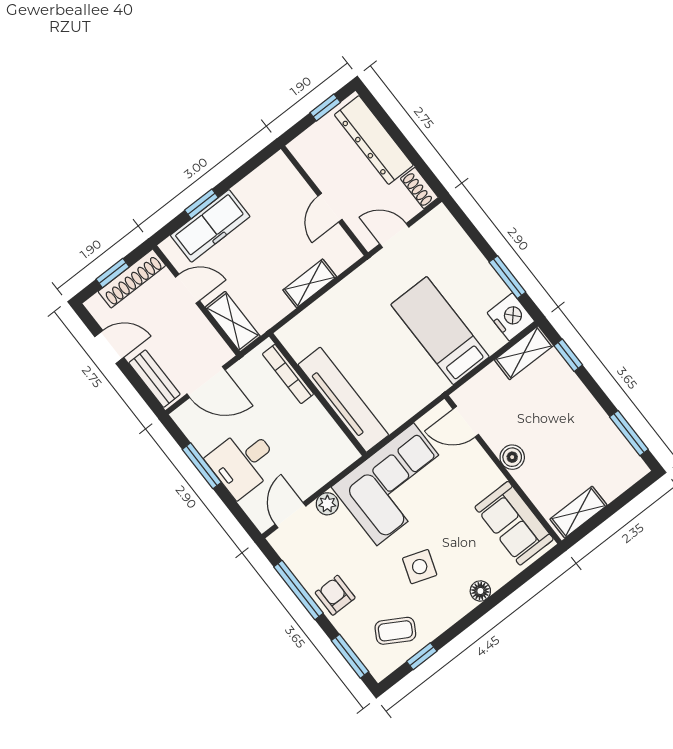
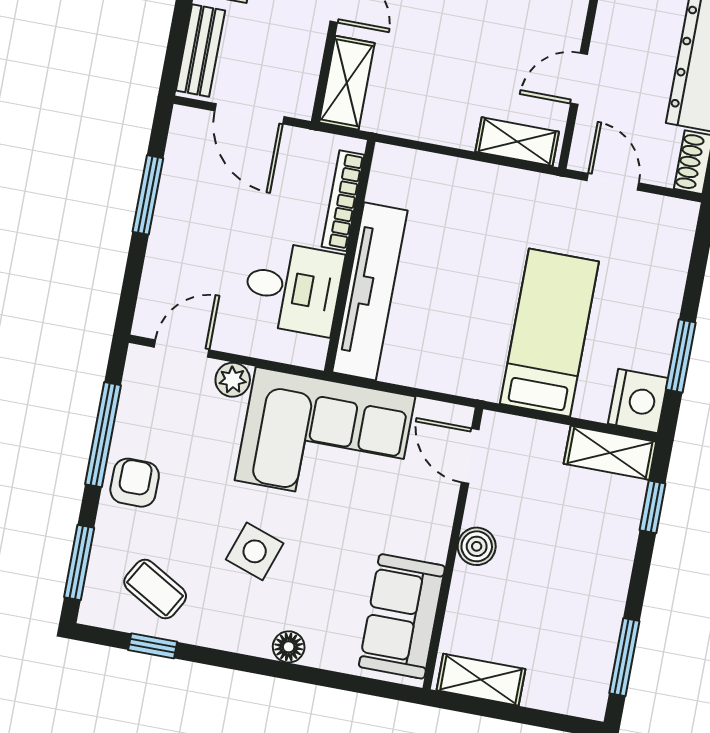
shelving: (310, 283) -> (517, 142), moved
desk: (243, 462) -> (293, 288), moved, turned 180

